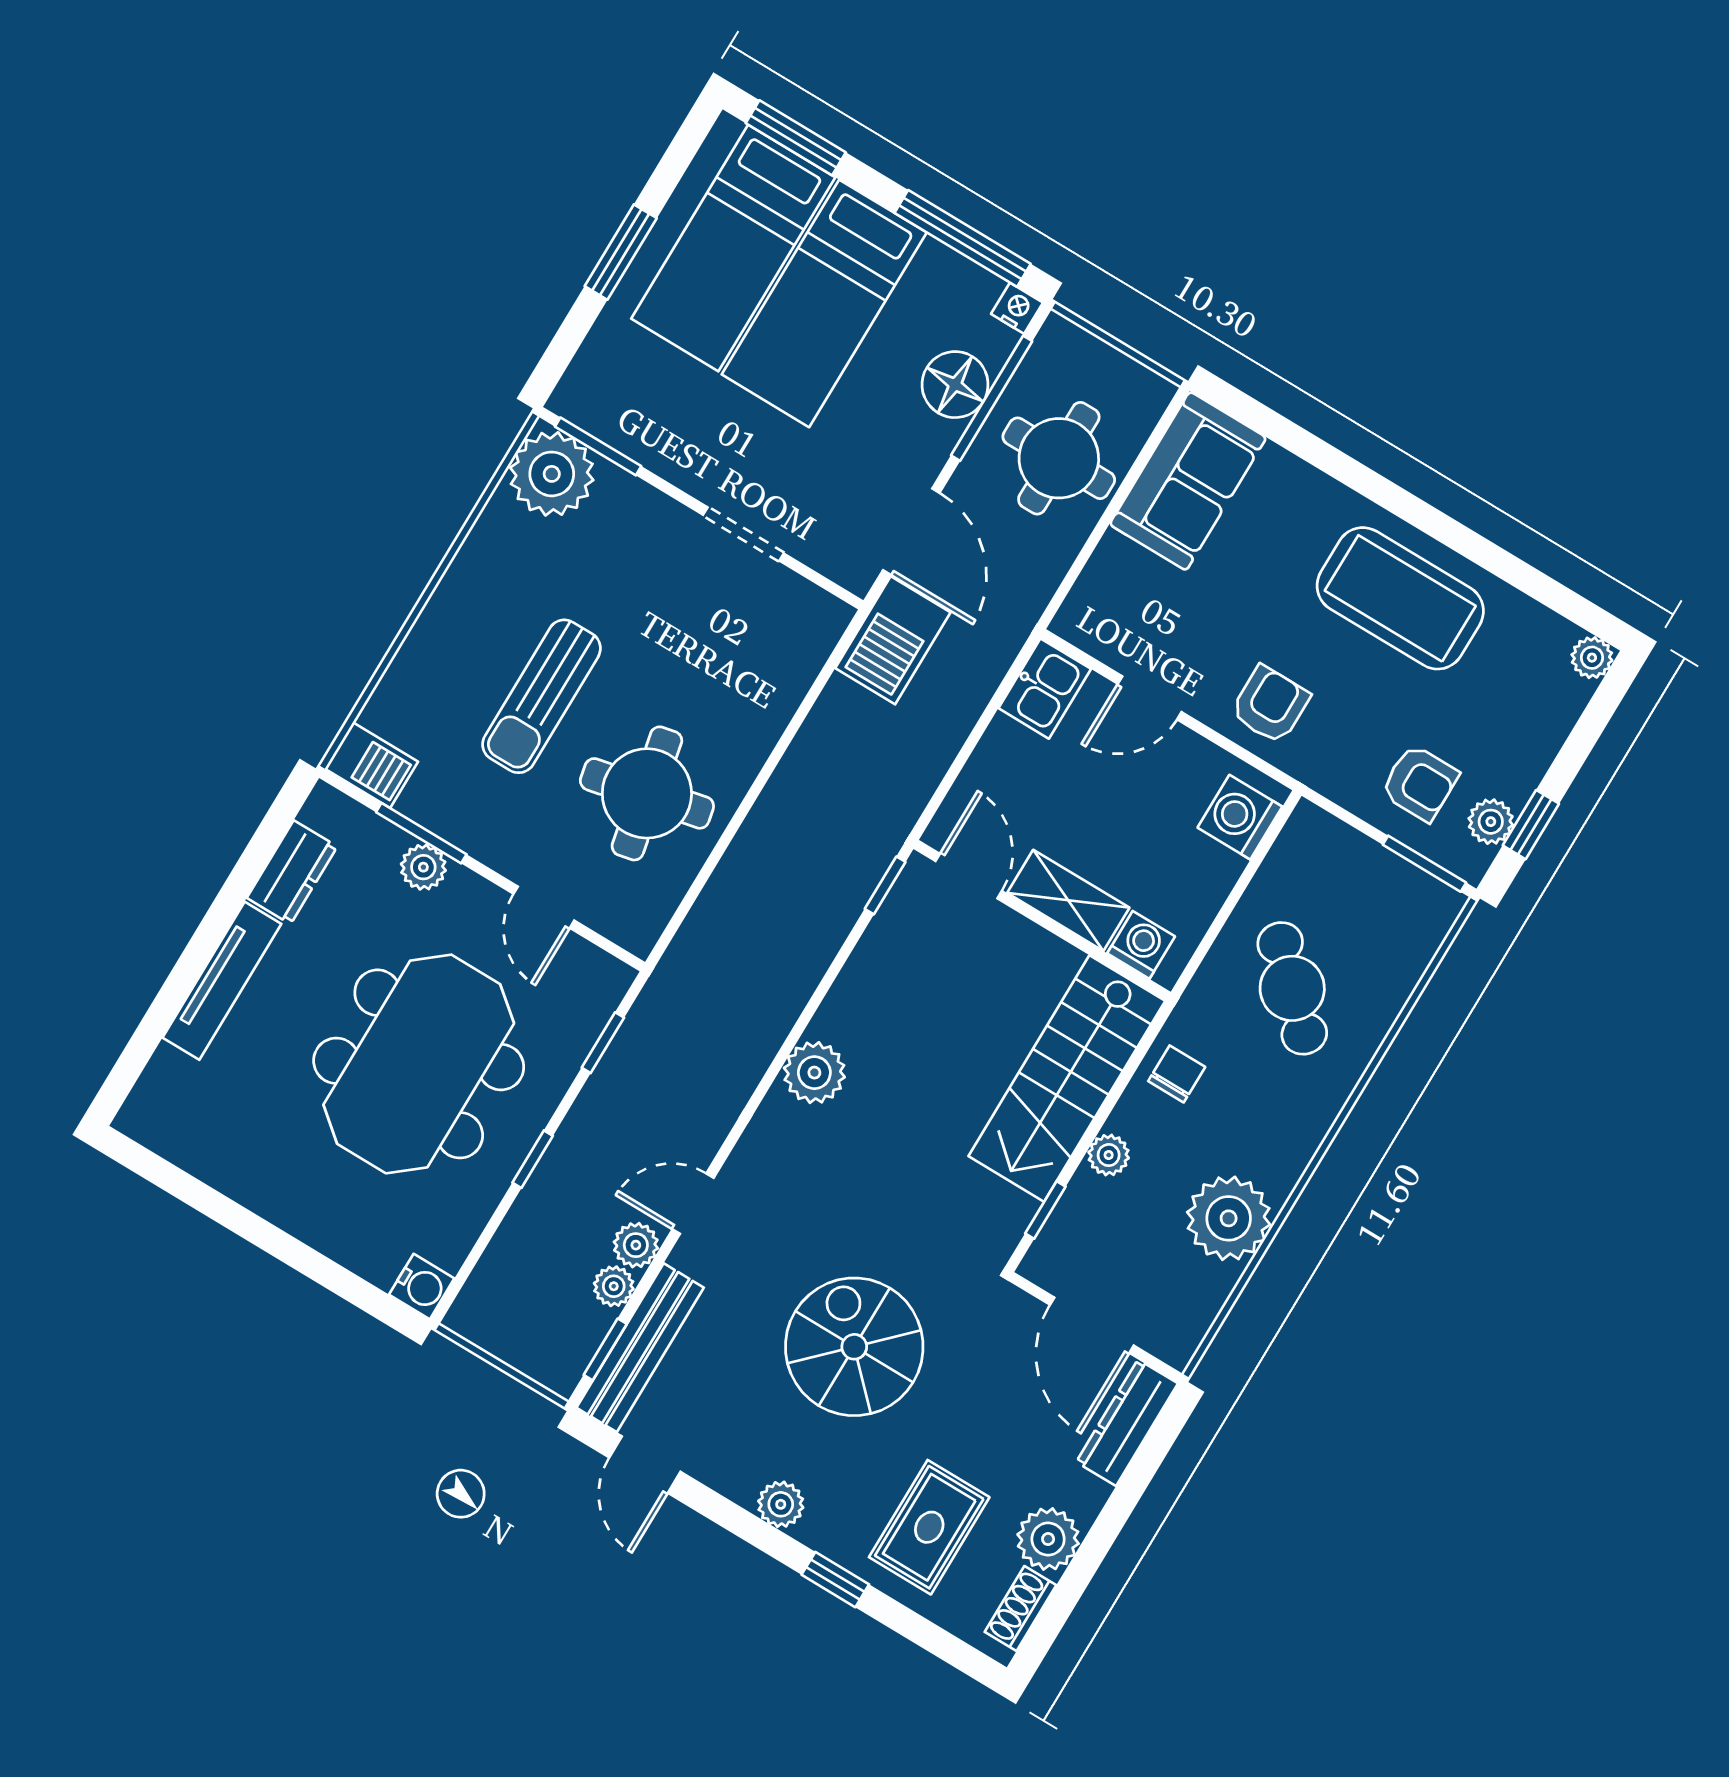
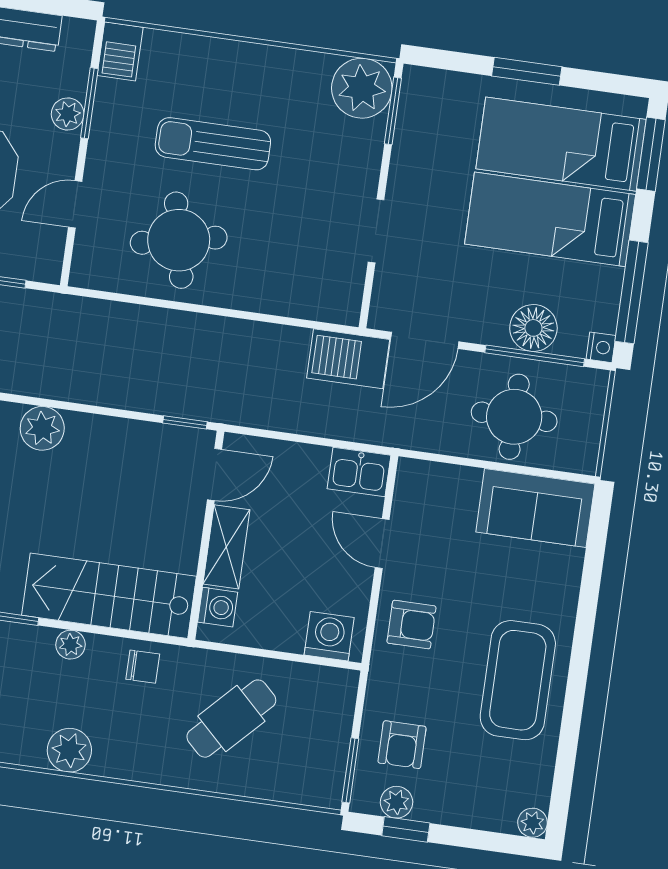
plant: (1229, 1218) -> (69, 750), width x0.73, depth x0.73

